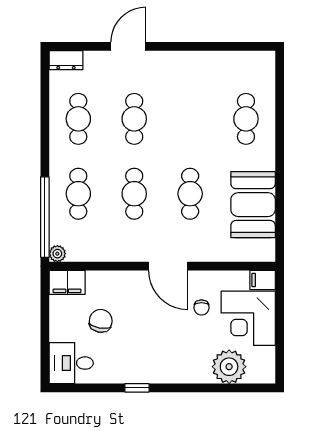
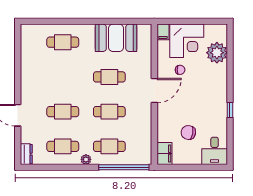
plant: (57, 254) -> (86, 159), moved

